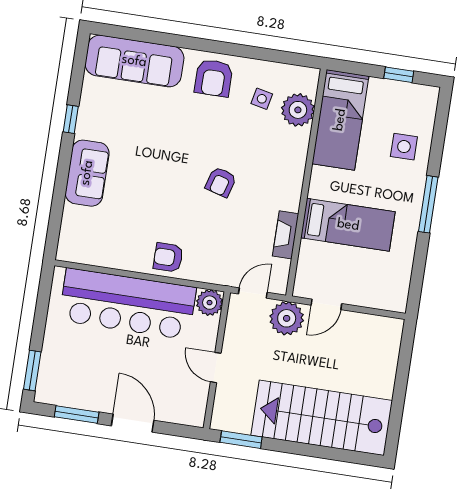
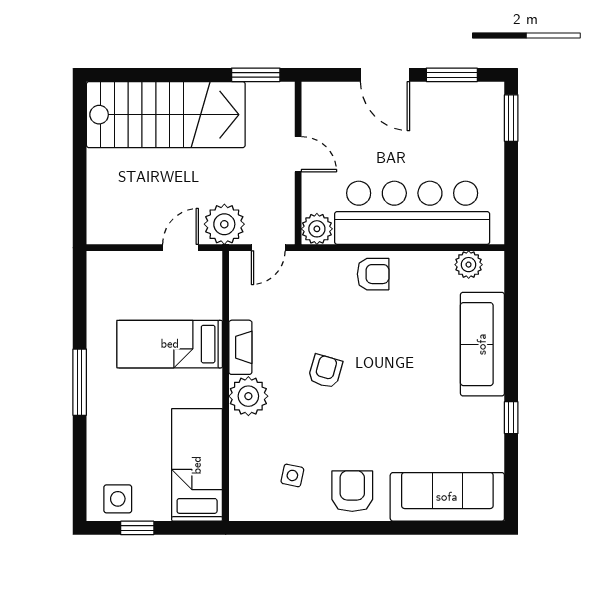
plant: (298, 110) -> (248, 396), moved
side table: (404, 147) -> (118, 499), moved
sofa: (87, 173) -> (482, 344), width x1.36
fireplace: (286, 235) -> (240, 347), moved
plant: (87, 253) -> (469, 265), added

